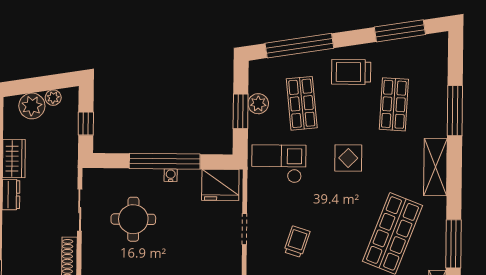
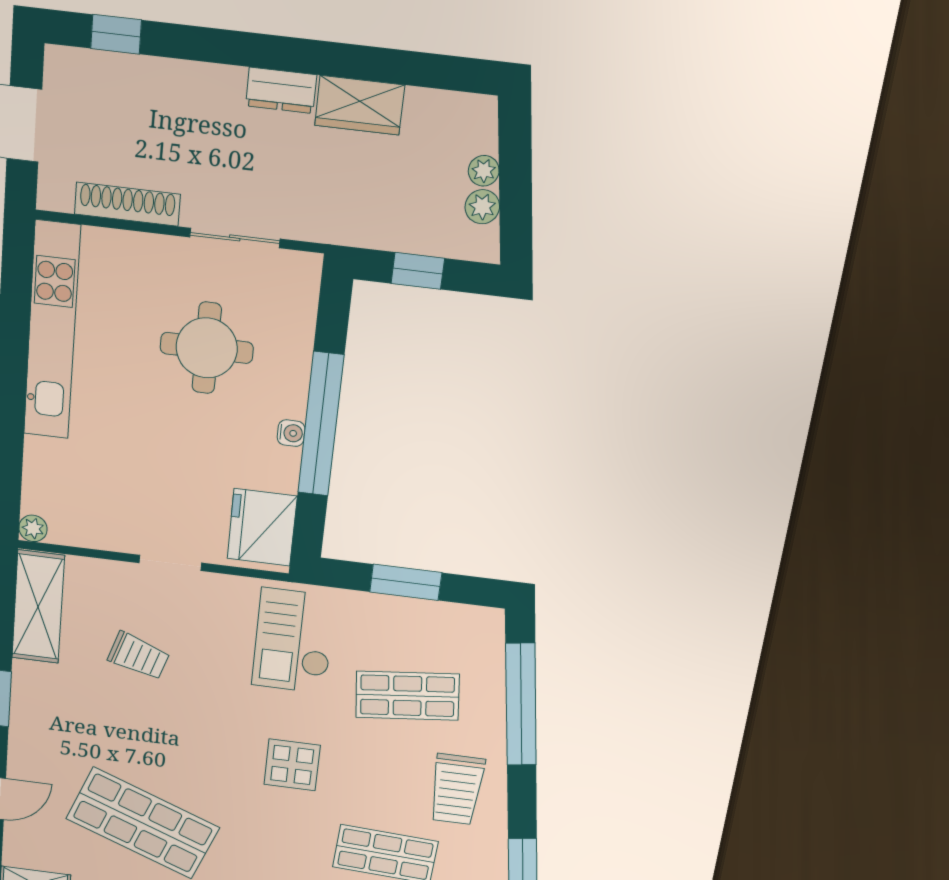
trolley: (351, 72) -> (457, 789), turned 180
plant: (258, 104) -> (417, 617), removed
plant: (32, 106) -> (484, 171), width x0.53, depth x0.53
checkout: (279, 164) -> (294, 641), turned 180

